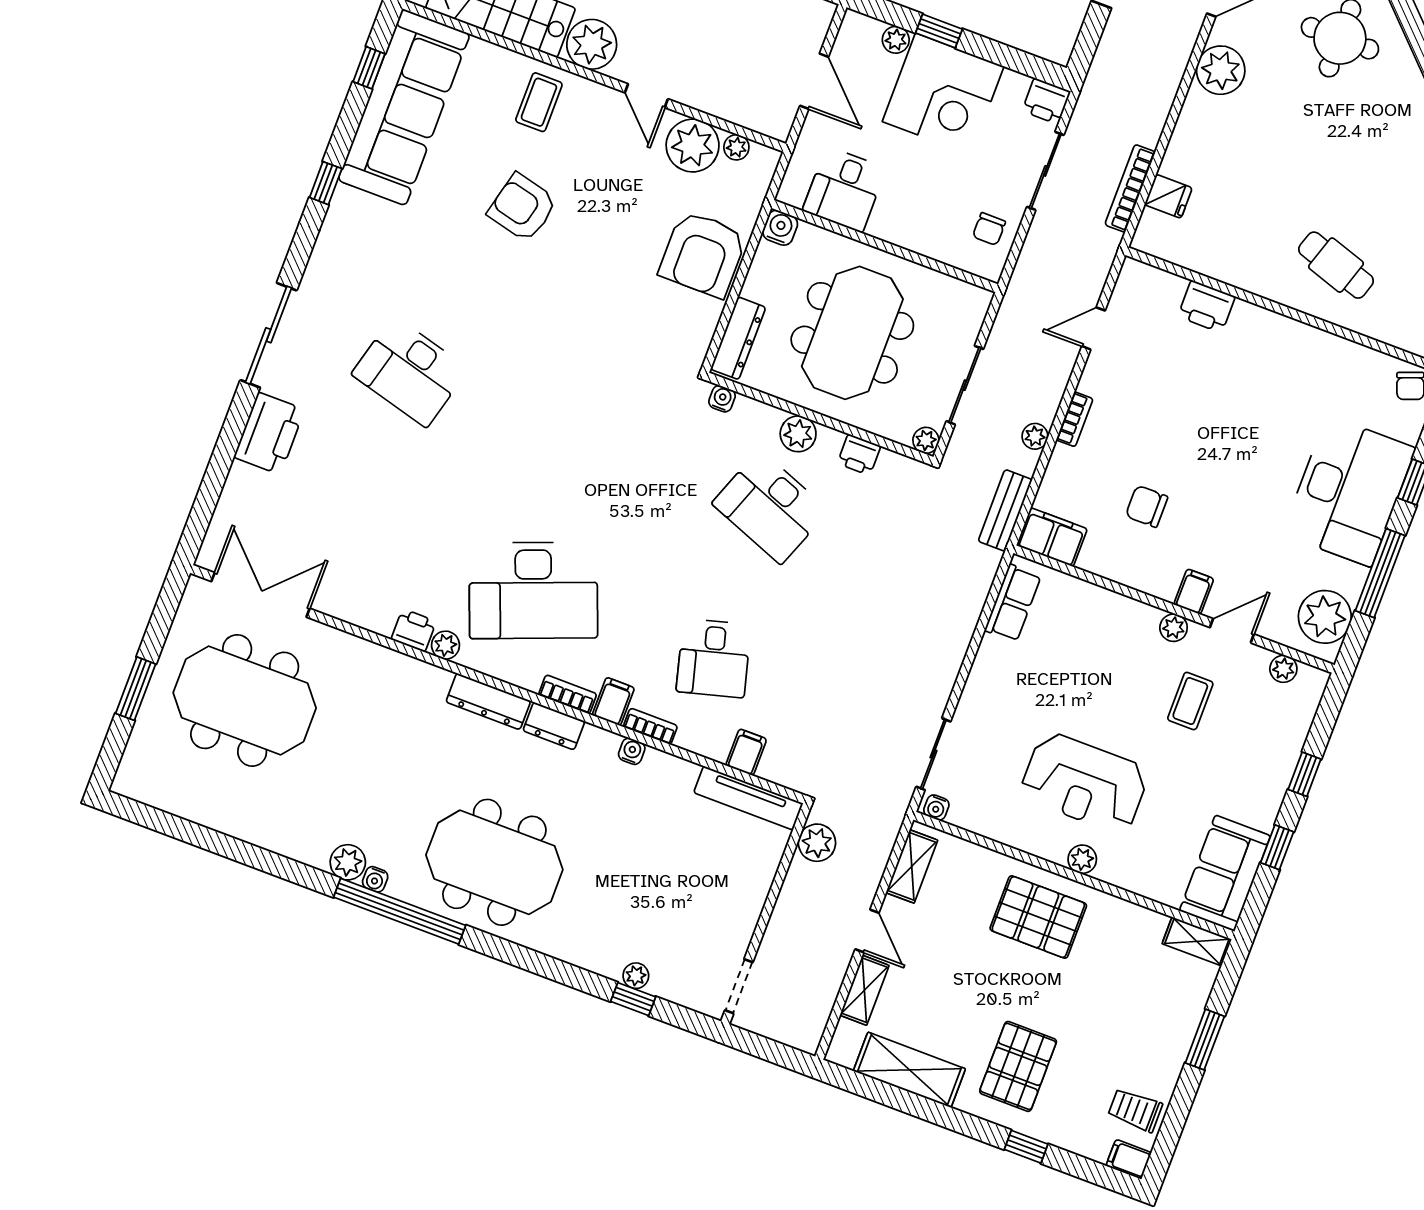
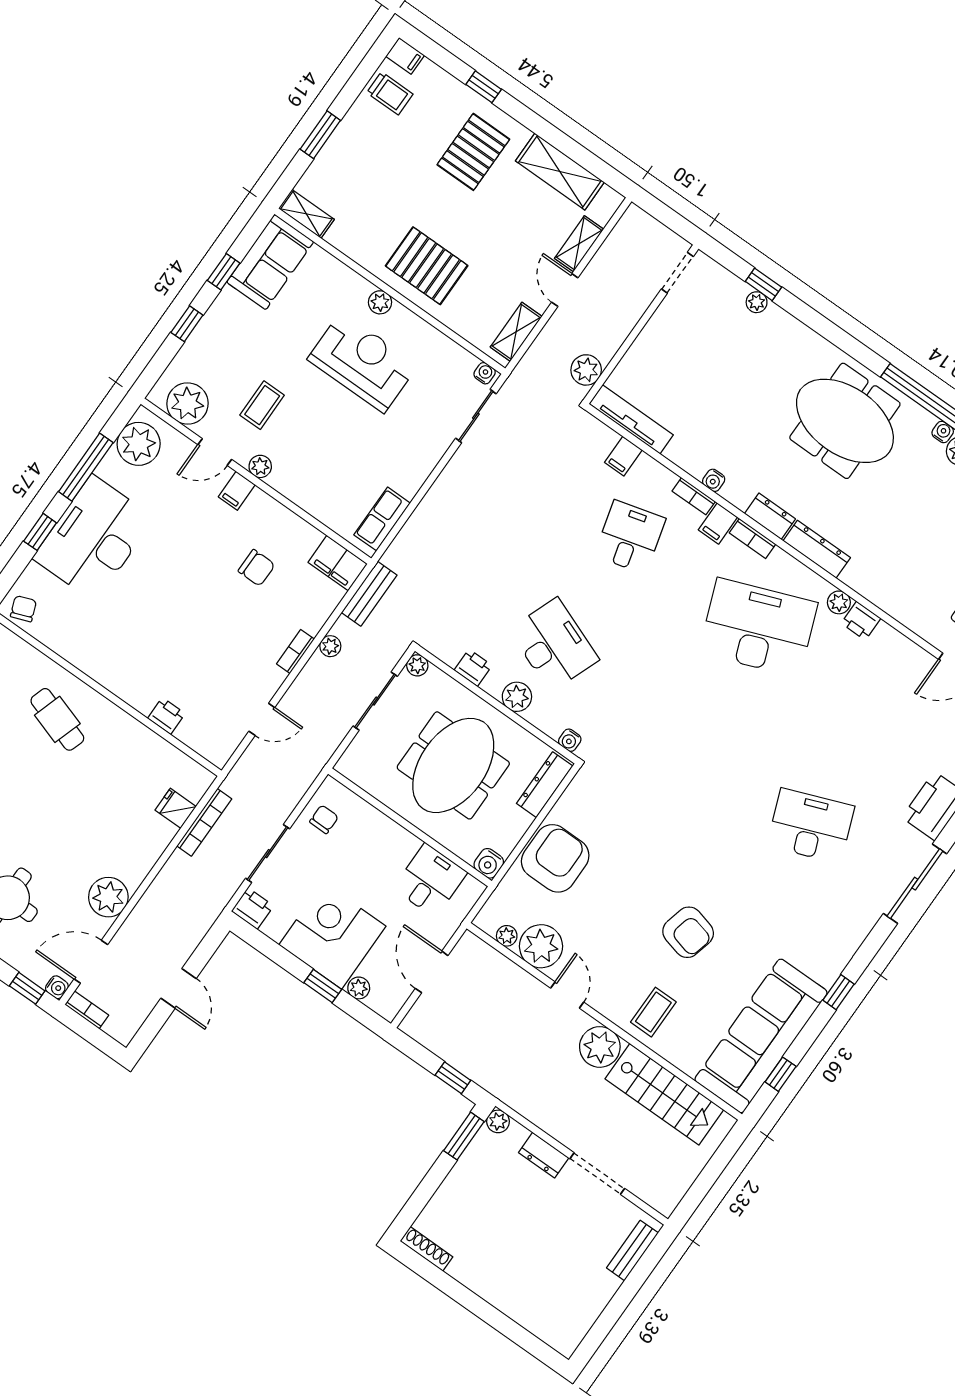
printer: (1206, 306) -> (166, 716), width x0.73, depth x0.81
desk: (410, 372) -> (811, 826), turned -36
plant: (1283, 669) -> (188, 403), width x1.88, depth x1.88

